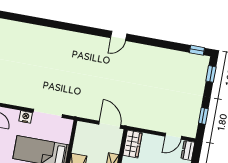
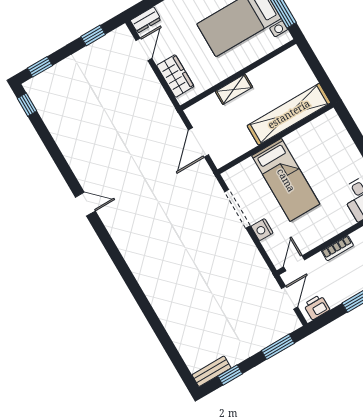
door: (110, 125) -> (198, 142), moved
door: (173, 136) -> (144, 49), hinge flipped
wardrobe: (133, 144) -> (175, 76), moved, turned 90

